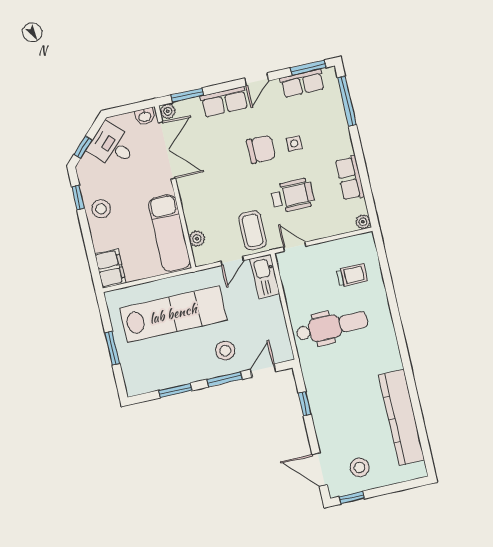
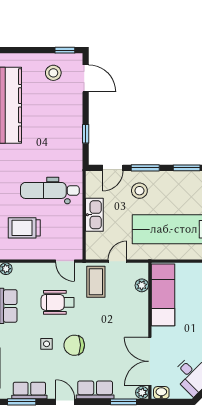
door: (256, 79) -> (65, 402), hinge flipped
trolley: (352, 275) -> (24, 228), width x1.36, depth x1.39
kitchen sink: (265, 276) -> (94, 215), moved

